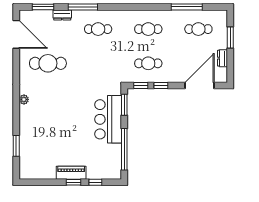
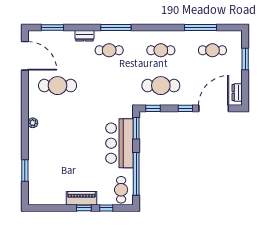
window: (83, 7) -> (116, 27), moved
dresser: (62, 15) -> (84, 36), moved
dresser: (222, 58) -> (237, 92), moved
cafe table: (148, 63) -> (161, 86), width x1.37, depth x1.35
window: (161, 85) -> (185, 108), moved
cafe table: (110, 165) -> (121, 190), added

